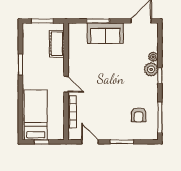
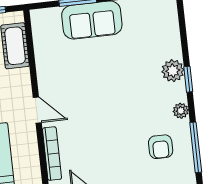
plant: (153, 57) -> (181, 111), moved

